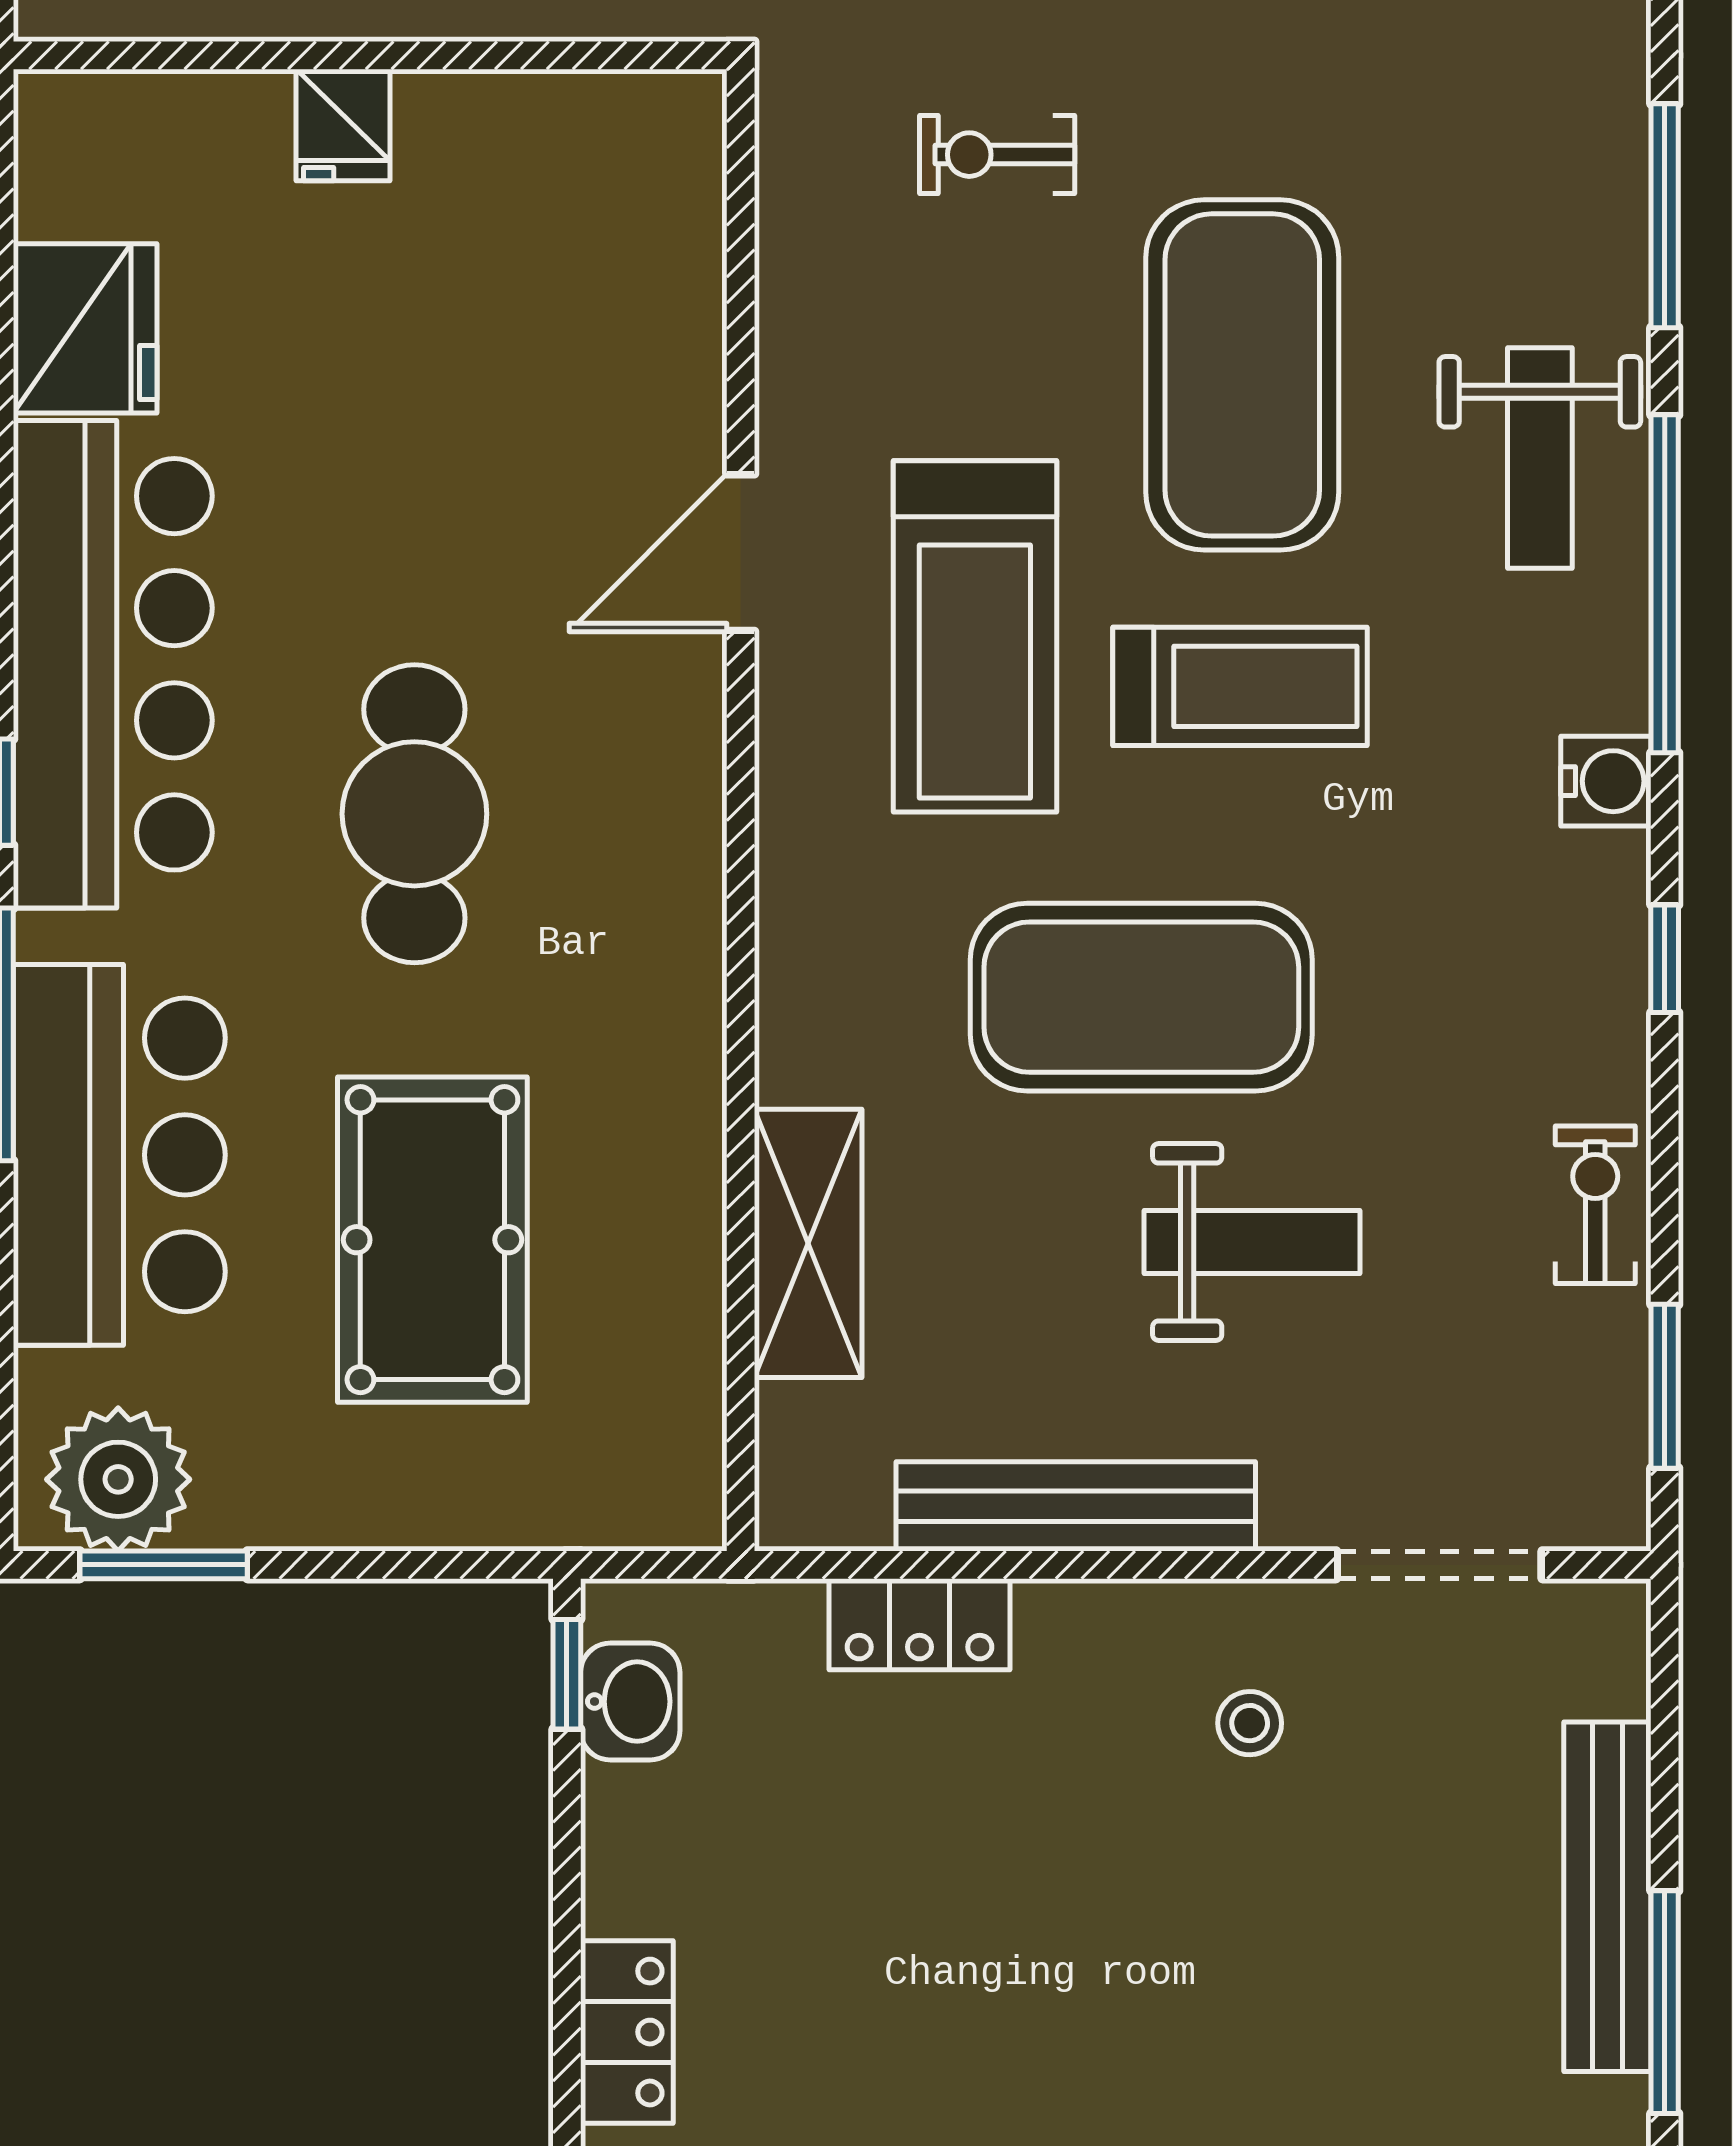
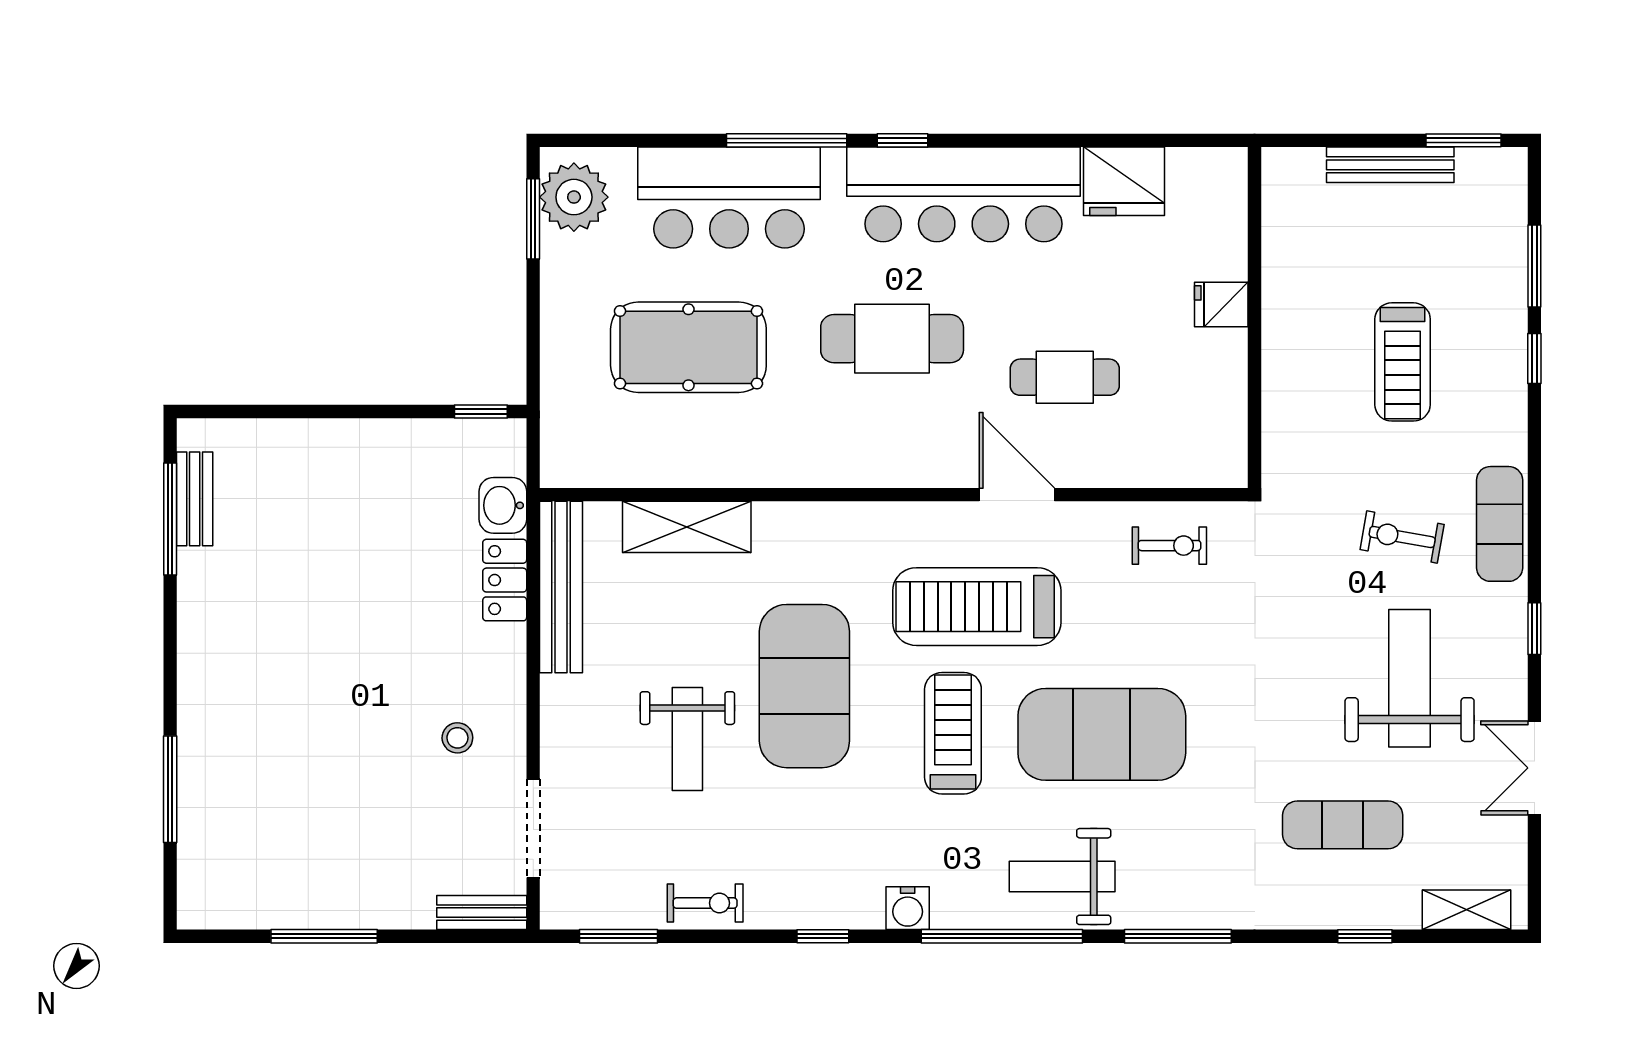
exercise bike: (997, 155) -> (1169, 546), moved, turned 90
cafe table: (495, 452) -> (1065, 377), added
treadmill: (1240, 686) -> (953, 733), turned 180
bench: (1076, 1506) -> (561, 587), moved
washbasin: (630, 1702) -> (503, 505), moved, turned 90
bench: (1607, 1897) -> (482, 913), moved, width x0.54, depth x0.82
locker: (627, 2032) -> (310, 440), removed

